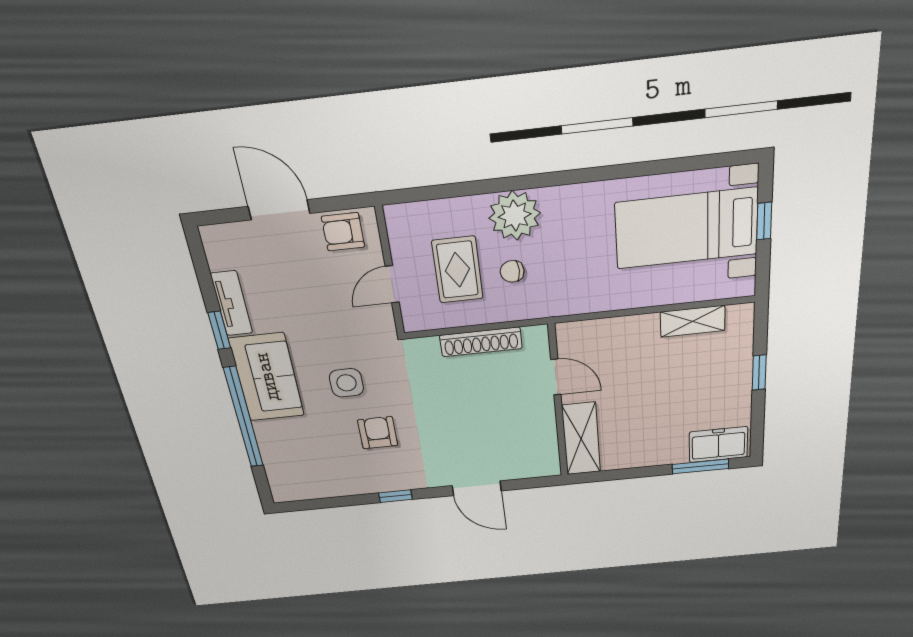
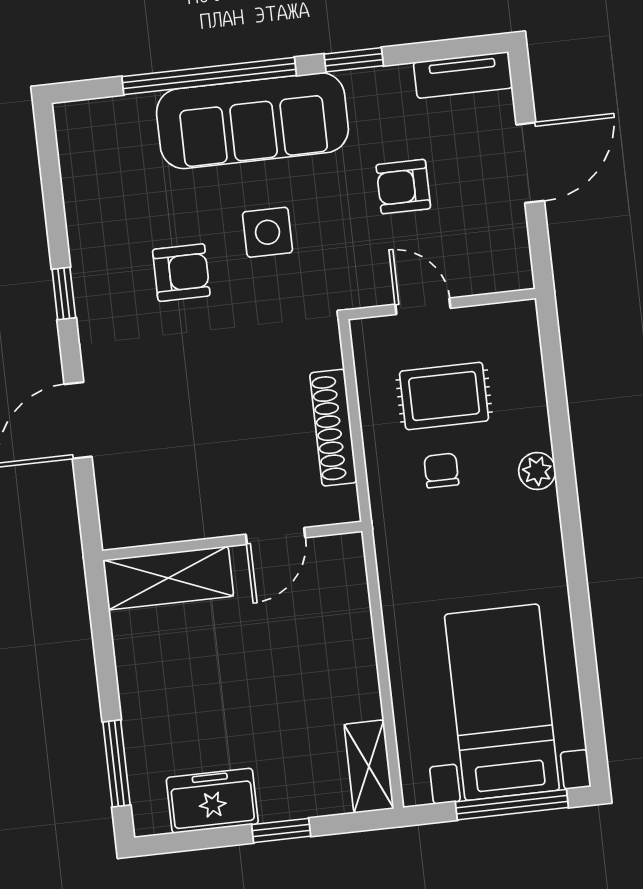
plant: (515, 216) -> (537, 471), width x0.53, depth x0.53
window: (764, 221) -> (512, 805), width x2.17
armchair: (343, 232) -> (403, 187), moved, turned -90
tv unit: (232, 303) -> (463, 75), moved
shelving: (693, 321) -> (369, 766), moved
sofa: (267, 377) -> (252, 121), width x1.36
freezer: (718, 445) -> (212, 801), moved, turned -90

